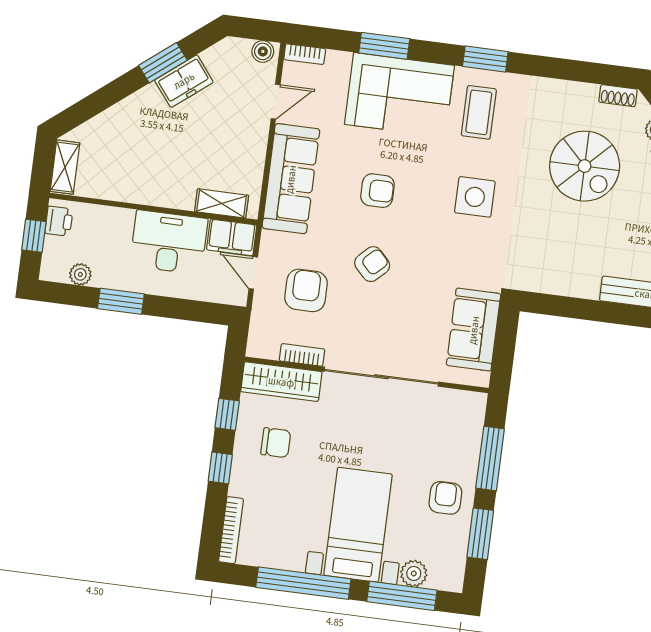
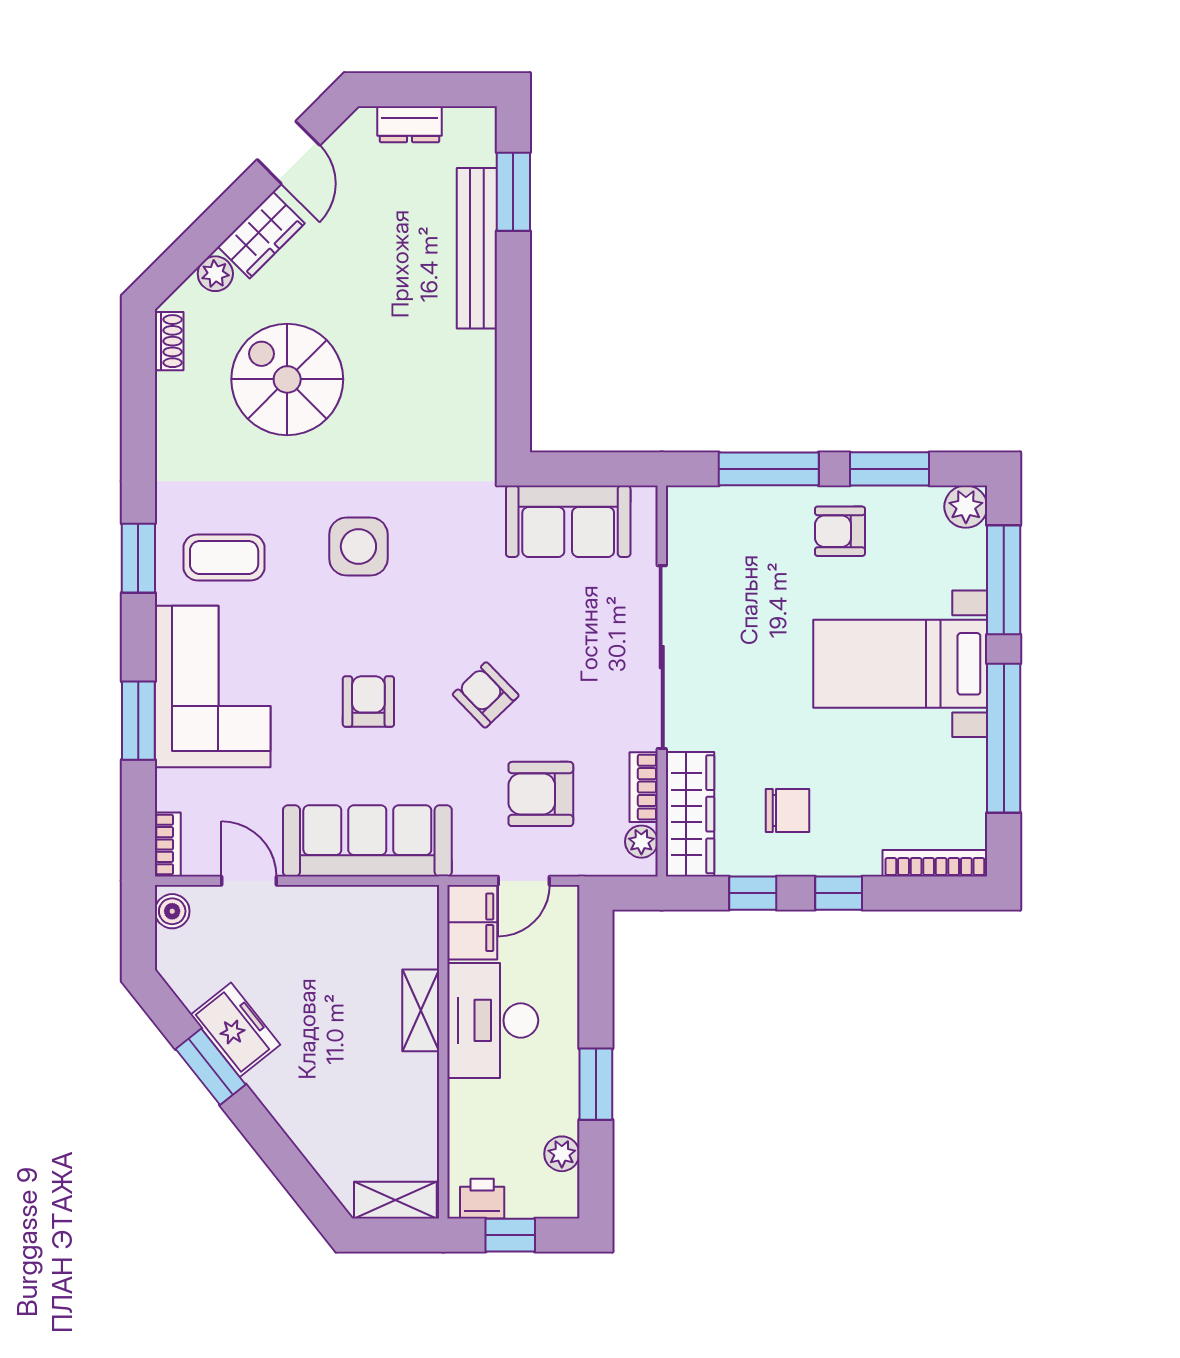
spiral stairs: (585, 166) -> (287, 379), turned -90
shelving: (222, 203) -> (421, 1010), moved
plant: (268, 349) -> (641, 842), added
chair: (276, 443) -> (787, 810), turned 90
plant: (414, 573) -> (966, 507), moved

